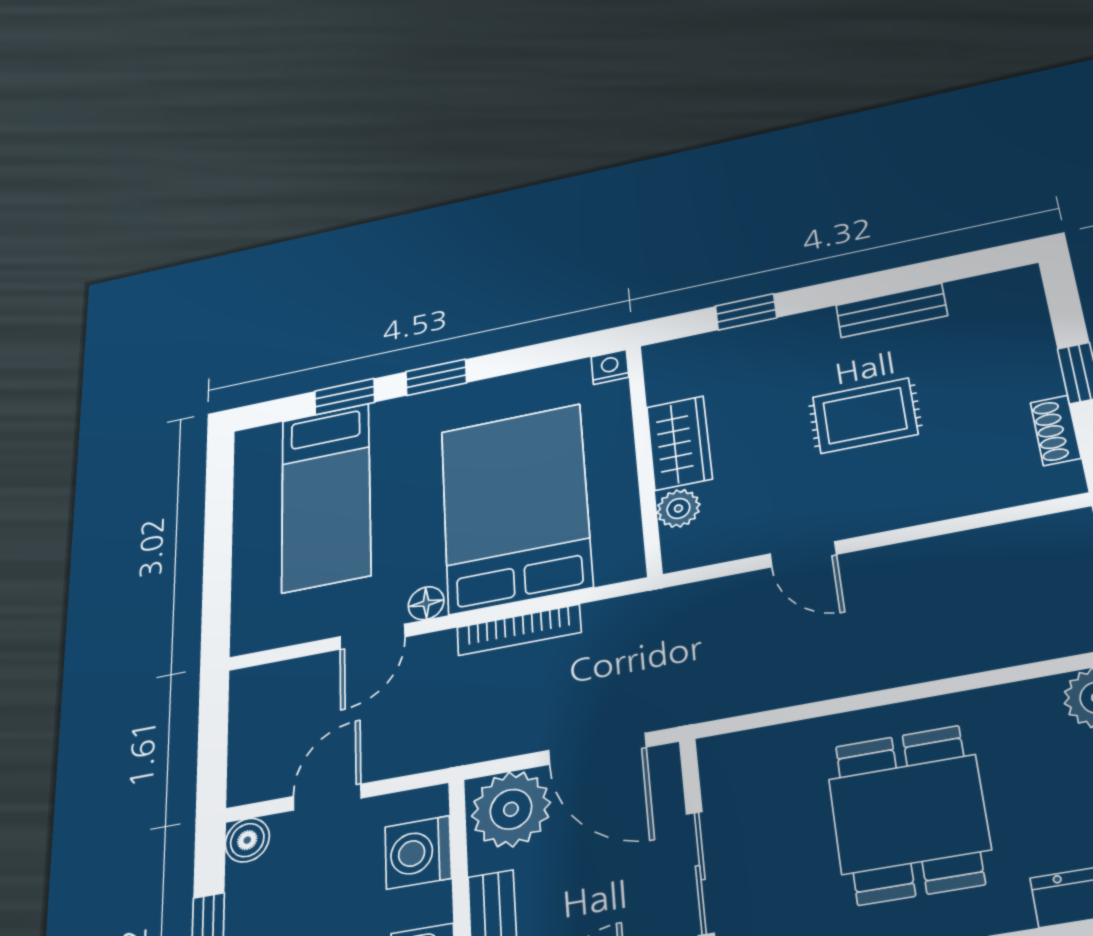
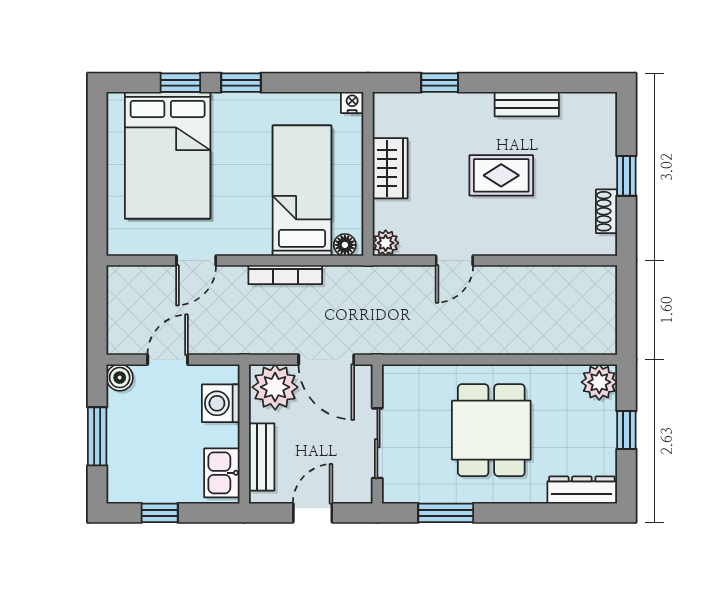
bed: (326, 497) -> (168, 155), width x1.50
bed: (515, 508) -> (302, 191), width x0.67
plant: (678, 508) -> (386, 243), moved
door: (803, 554) -> (454, 261), hinge flipped
floor lamp: (426, 603) -> (345, 245), moved

